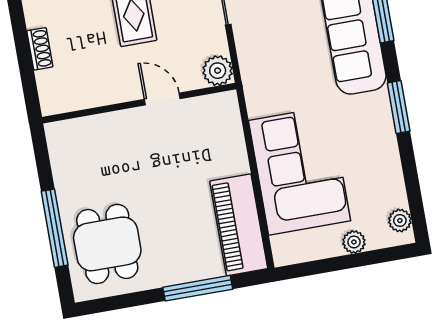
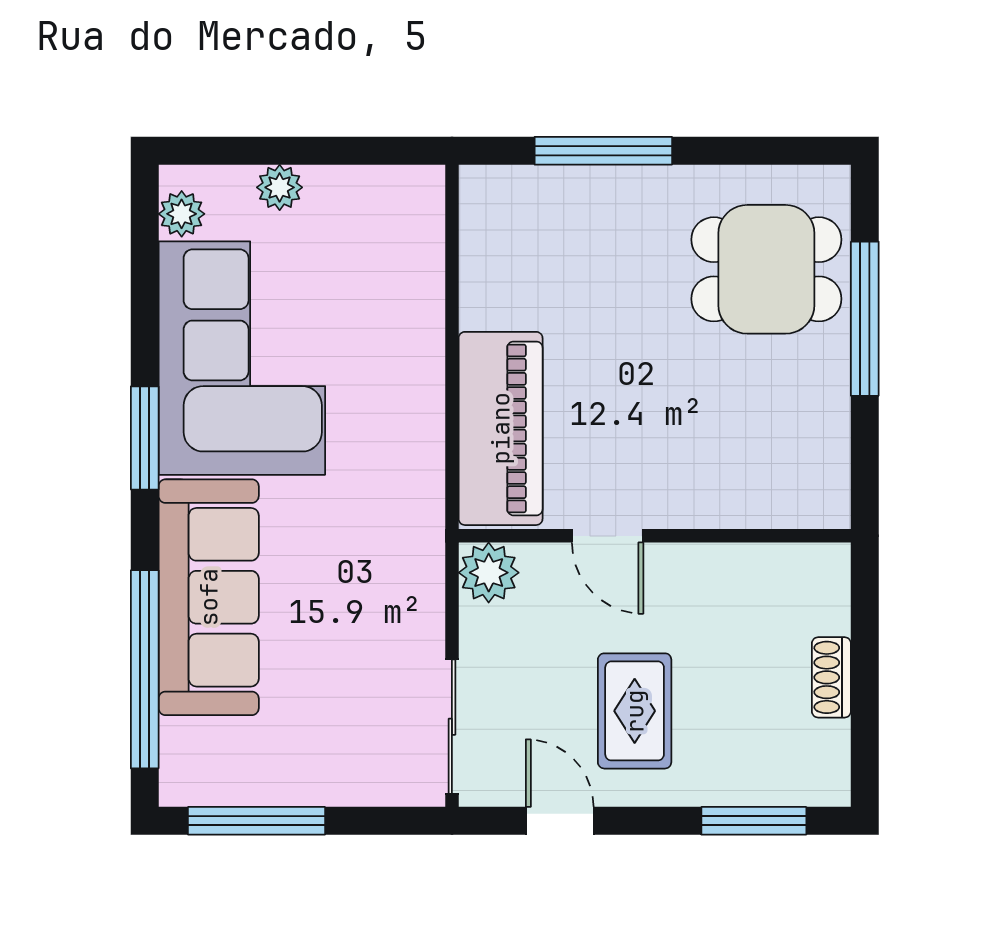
corner sofa: (300, 171) -> (242, 358), moved, turned 180
piano: (239, 225) -> (501, 428), moved
dining table: (107, 244) -> (766, 269), turned 90

